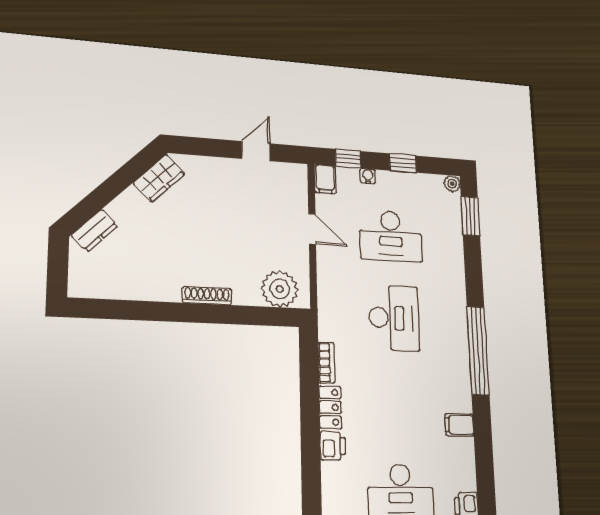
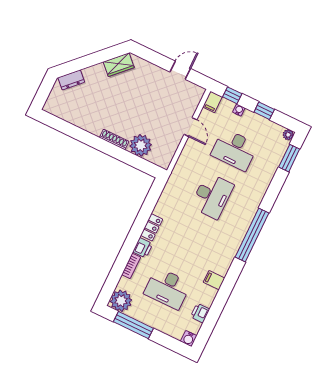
plant: (280, 289) -> (141, 145), moved
bookcase: (326, 363) -> (131, 266), moved
filing cabinet: (459, 425) -> (214, 280), moved

